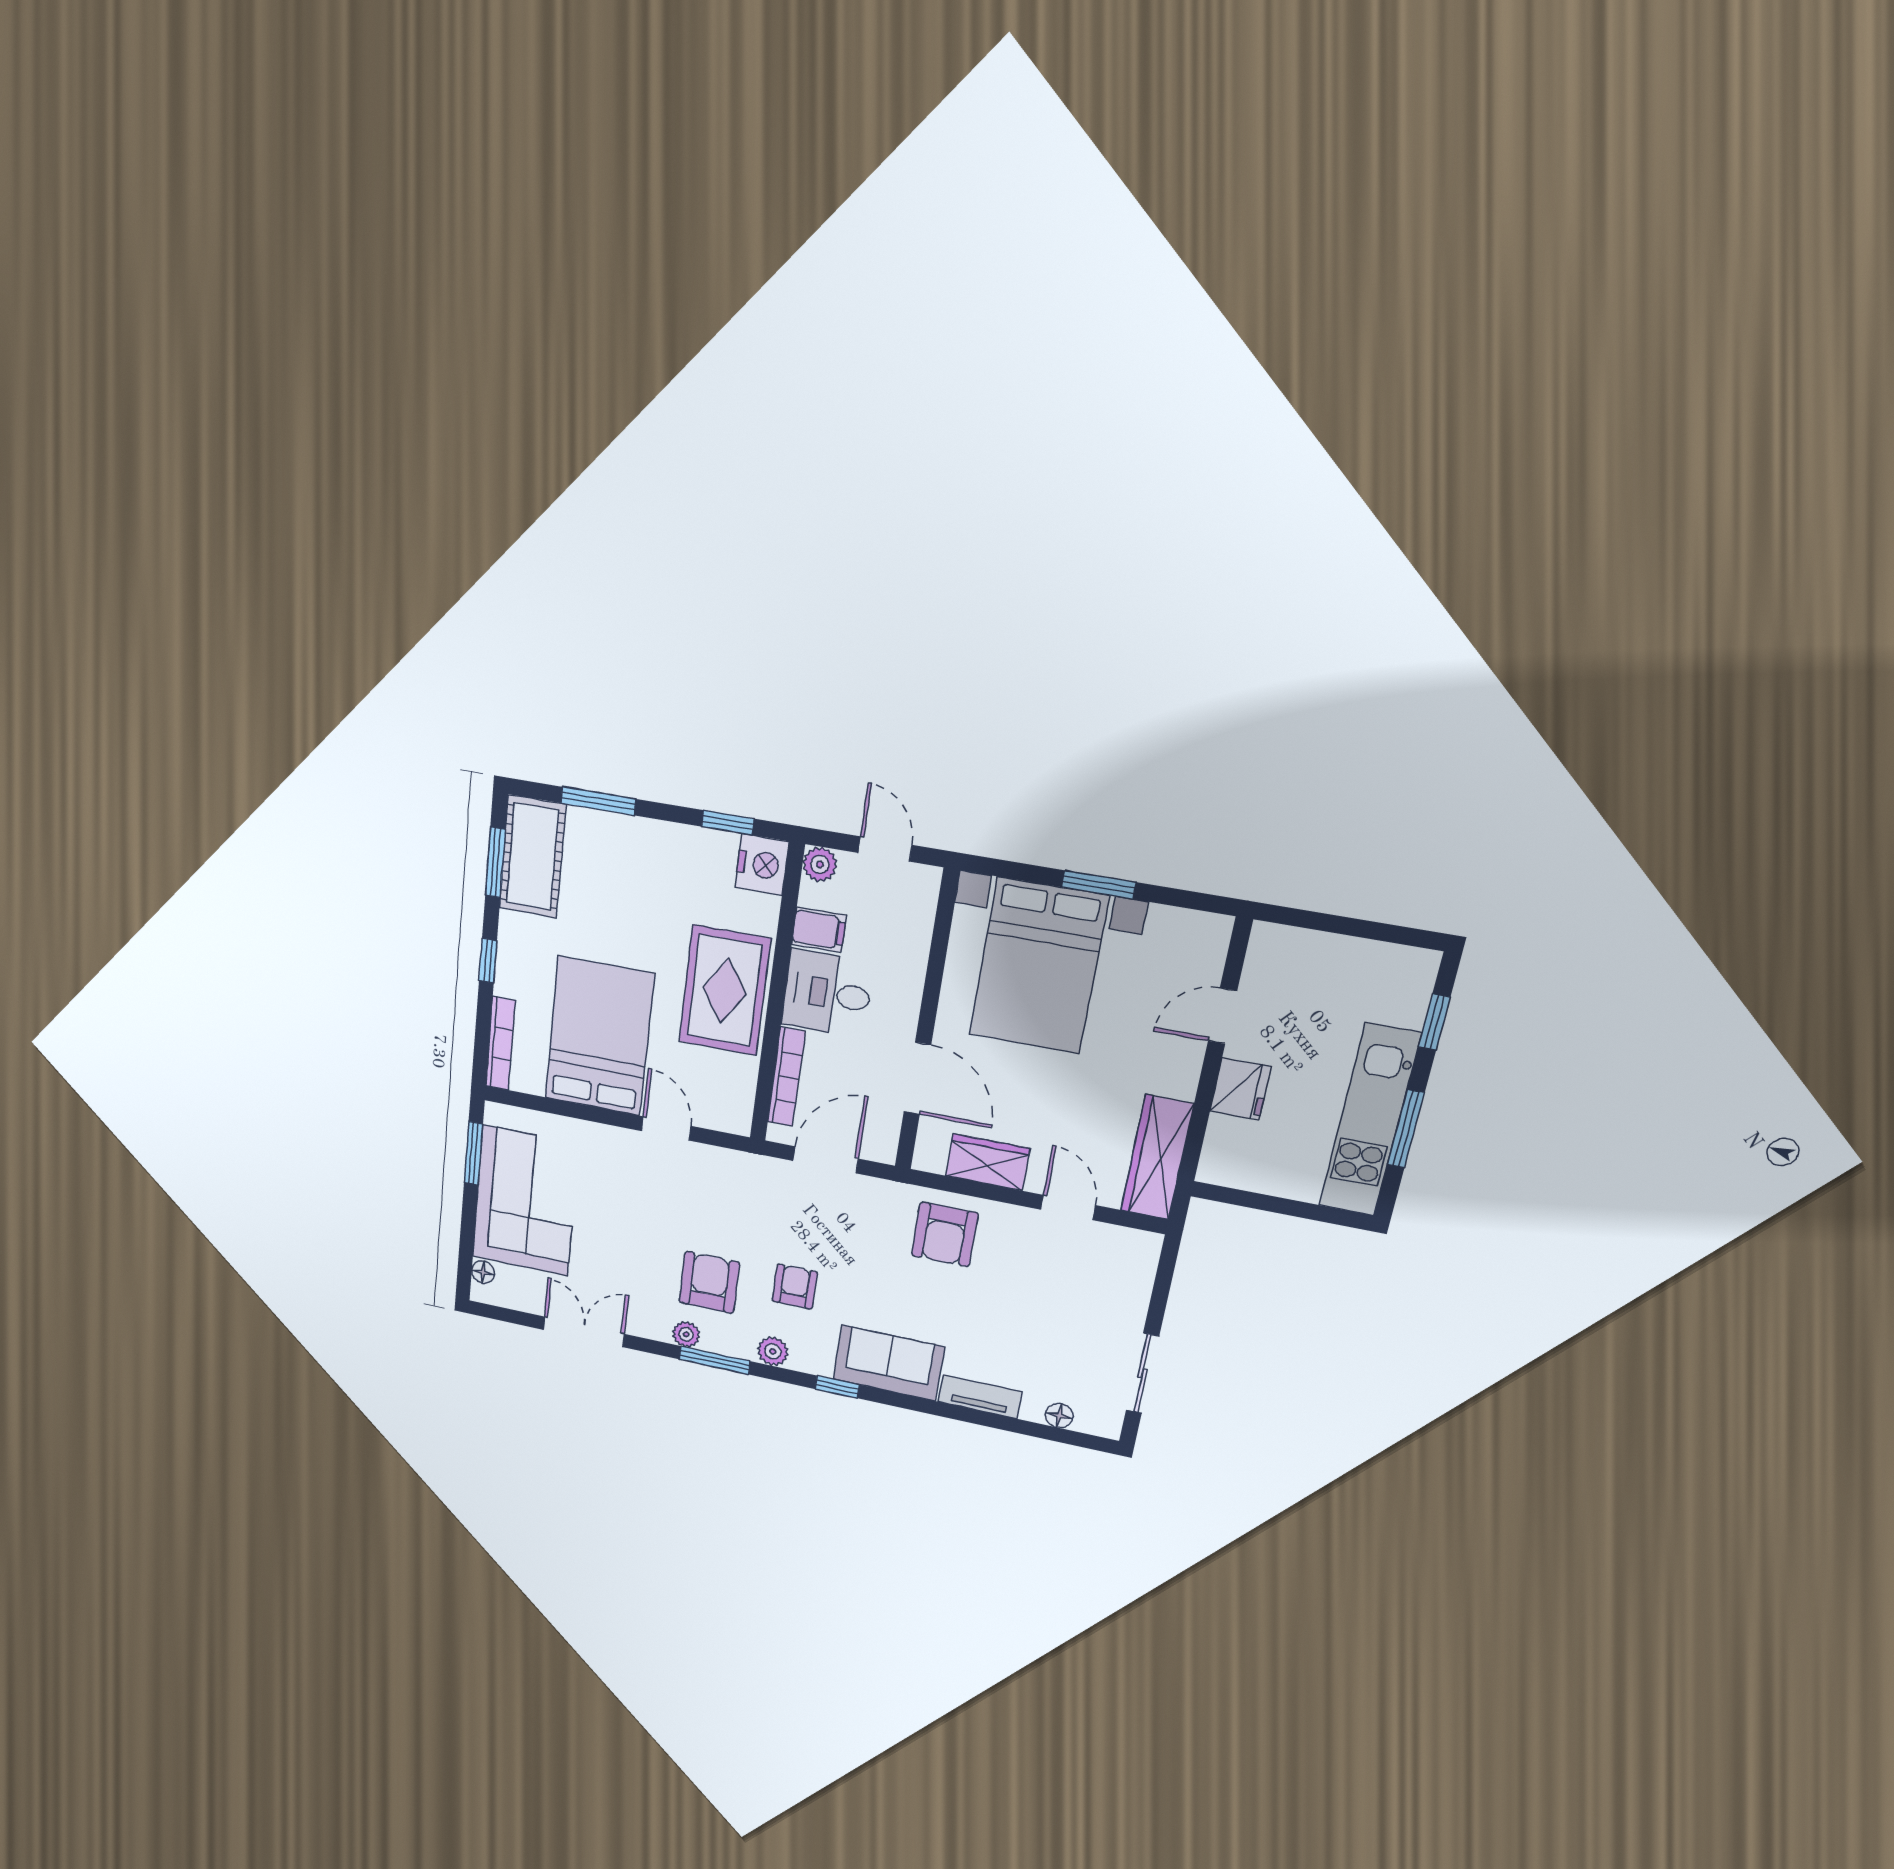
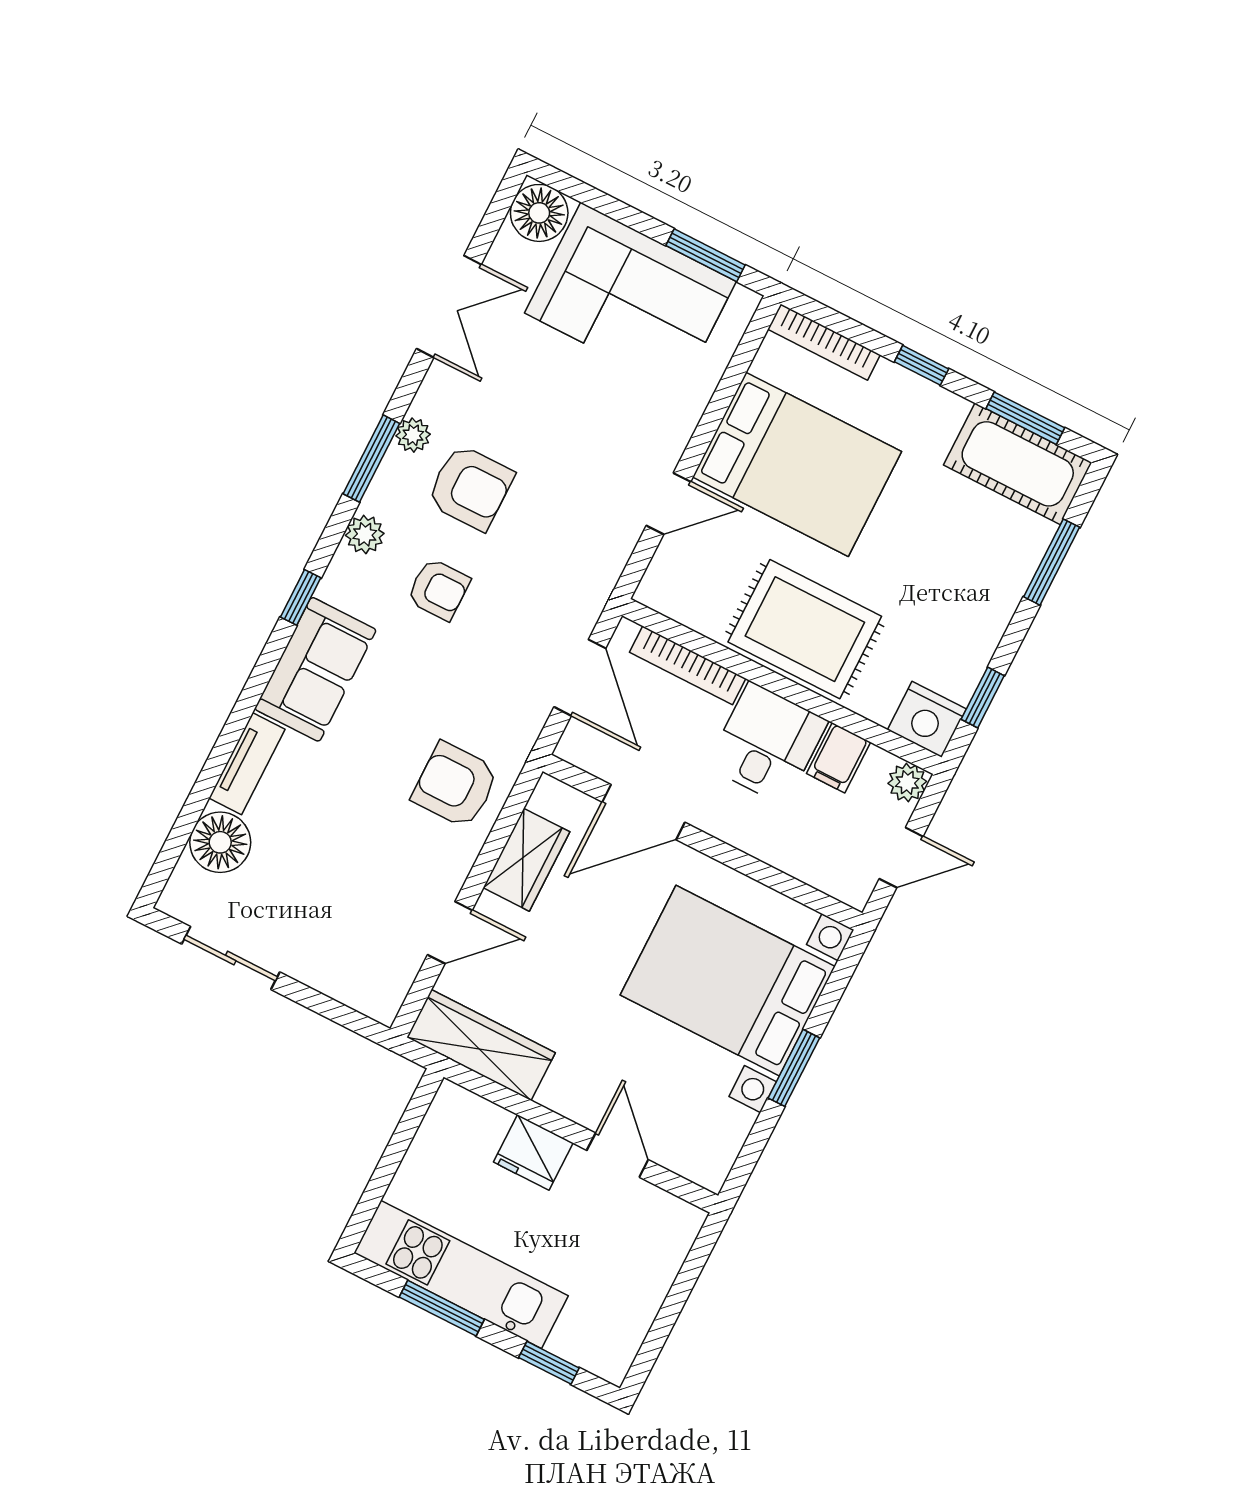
floor lamp: (483, 1272) -> (539, 213), width x1.89, depth x1.89
floor lamp: (1059, 1416) -> (220, 842), width x1.89, depth x1.89

